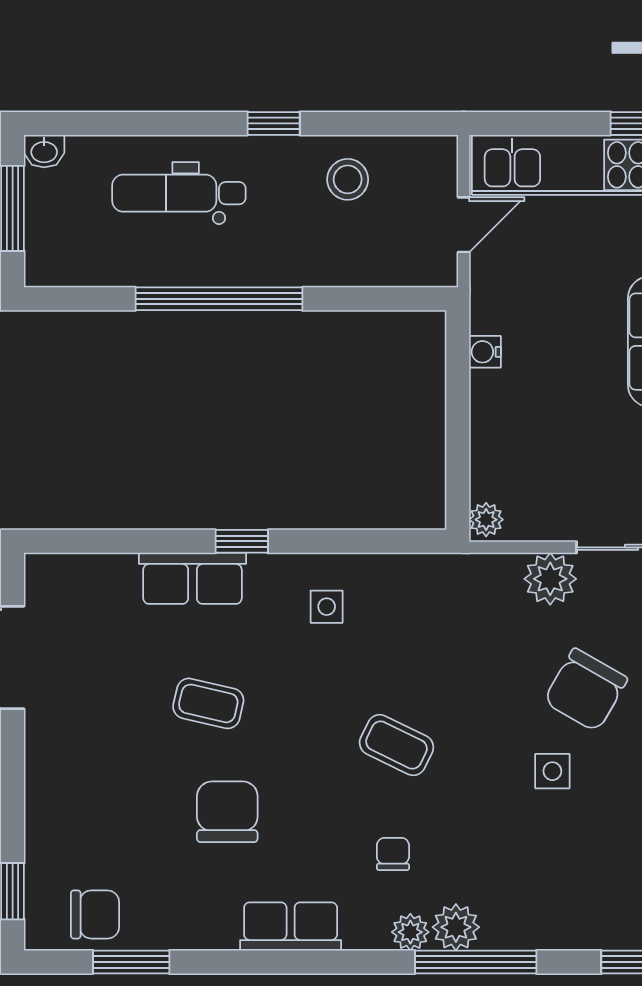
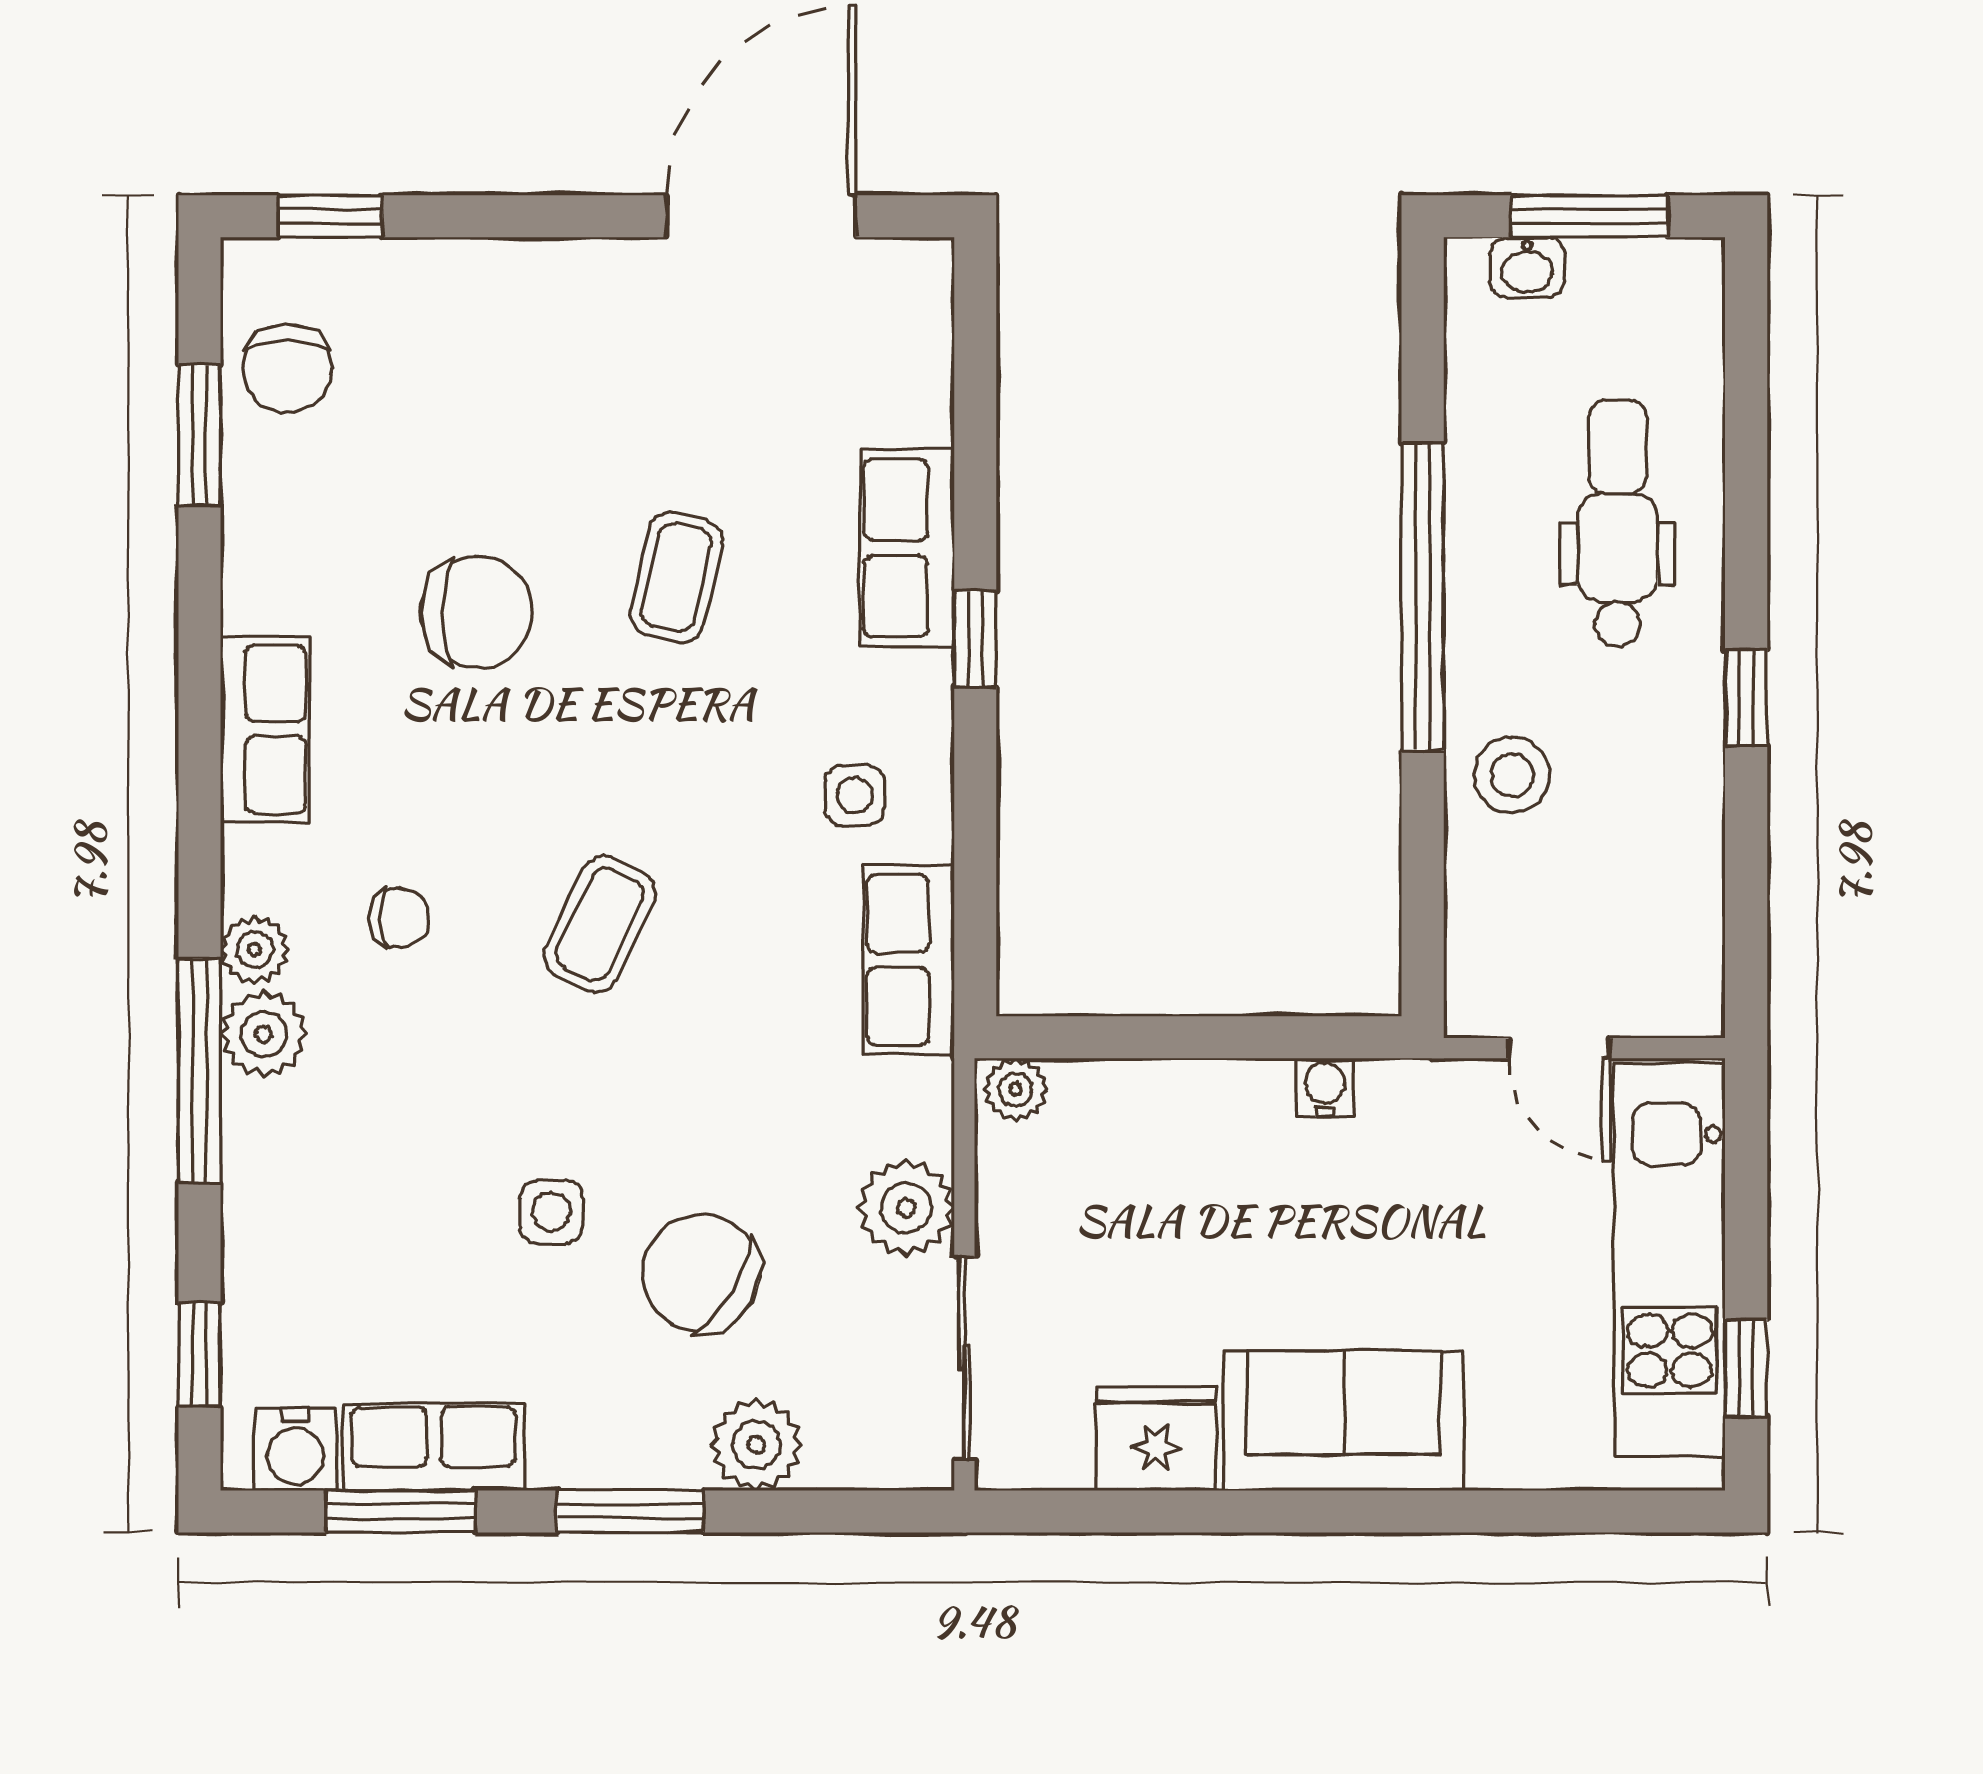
washbasin: (44, 151) -> (1527, 267), moved, turned -90
stool: (348, 179) -> (1512, 775), moved
row of seats: (416, 577) -> (909, 960), added

